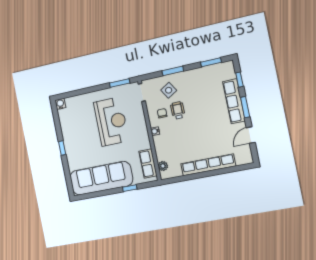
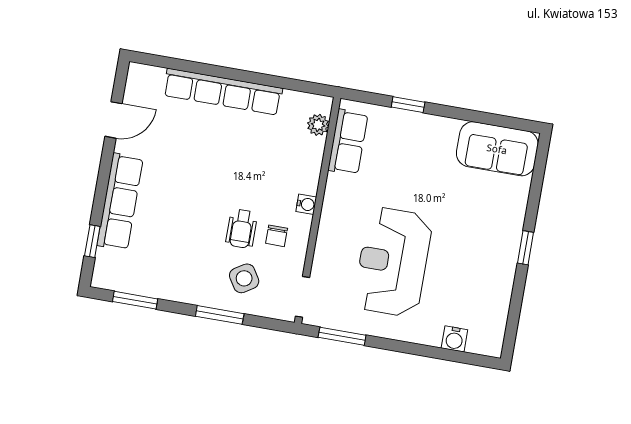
water cooler: (60, 104) -> (454, 339), moved
window: (245, 107) -> (103, 181), removed
sofa: (101, 178) -> (497, 149), width x0.54, depth x0.79

